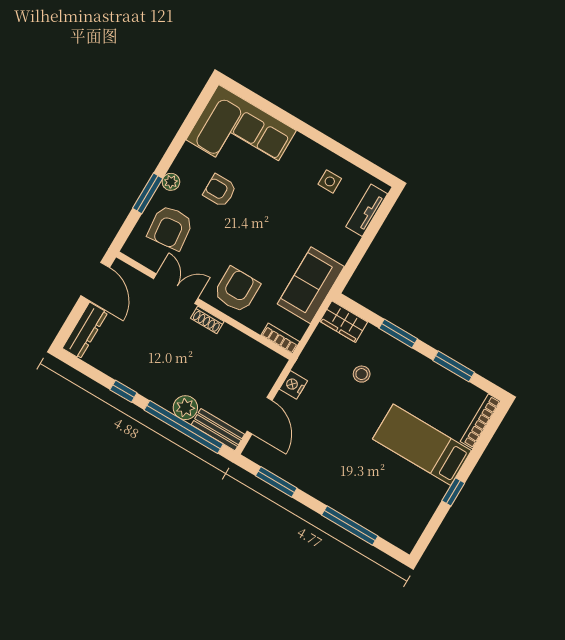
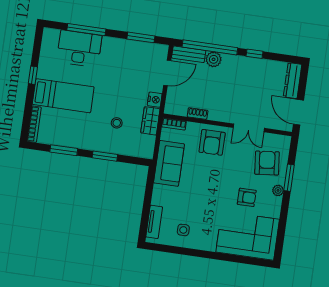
shoe rack: (207, 320) -> (198, 114), moved
wardrobe: (344, 322) -> (150, 121), moved, turned -90
door: (260, 416) -> (167, 73), swing flipped
desk: (371, 503) -> (79, 49), added

